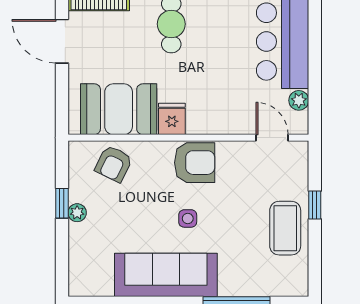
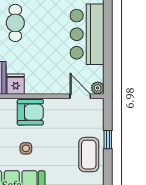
plant: (299, 100) -> (98, 88), moved

